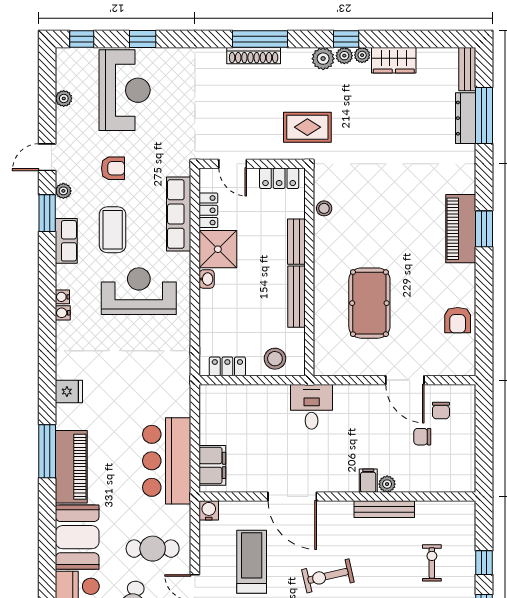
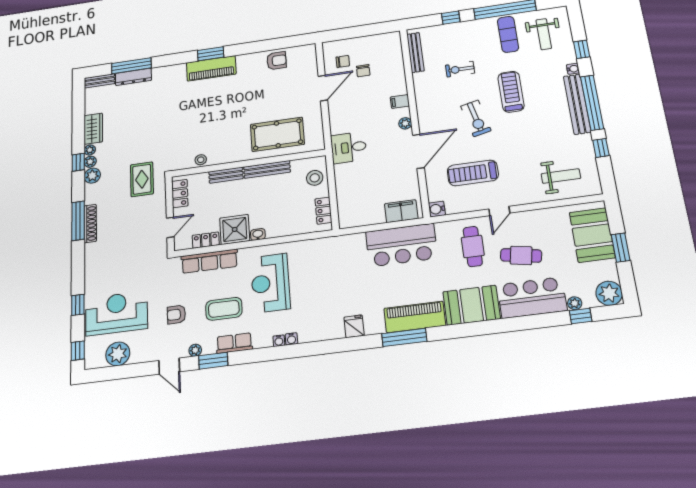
plant: (64, 99) -> (118, 354), width x1.87, depth x1.87
armchair: (113, 168) -> (176, 315), turned -90
pool table: (369, 303) -> (277, 134), moved
plant: (387, 484) -> (405, 123), moved
bench: (384, 509) -> (415, 52), moved
exercise bike: (432, 563) -> (460, 69), moved

